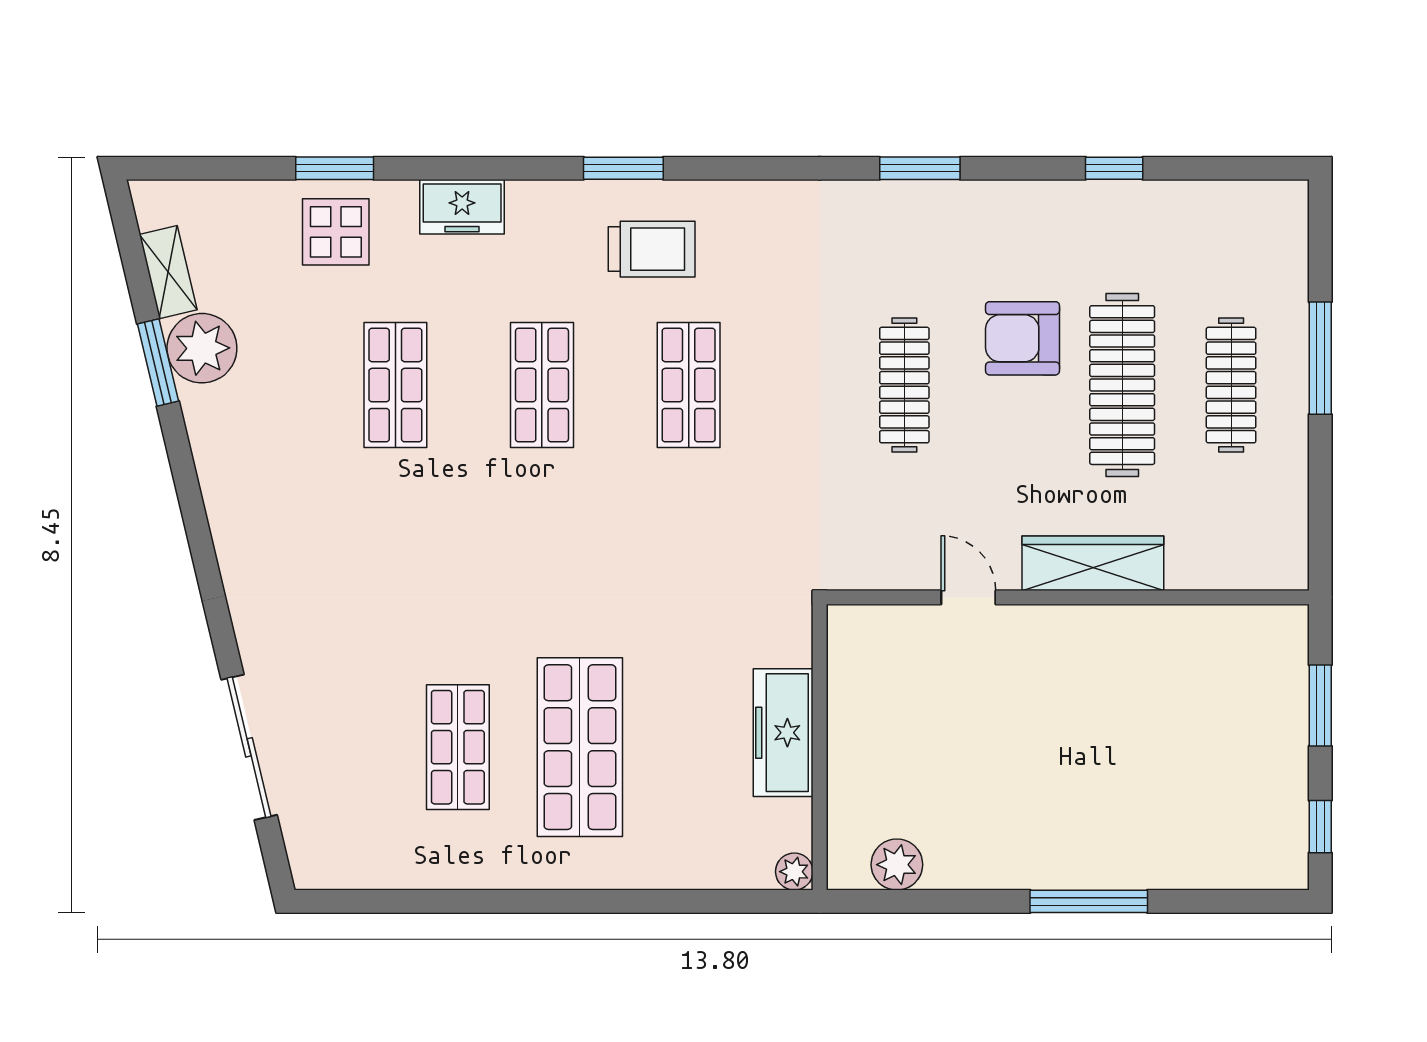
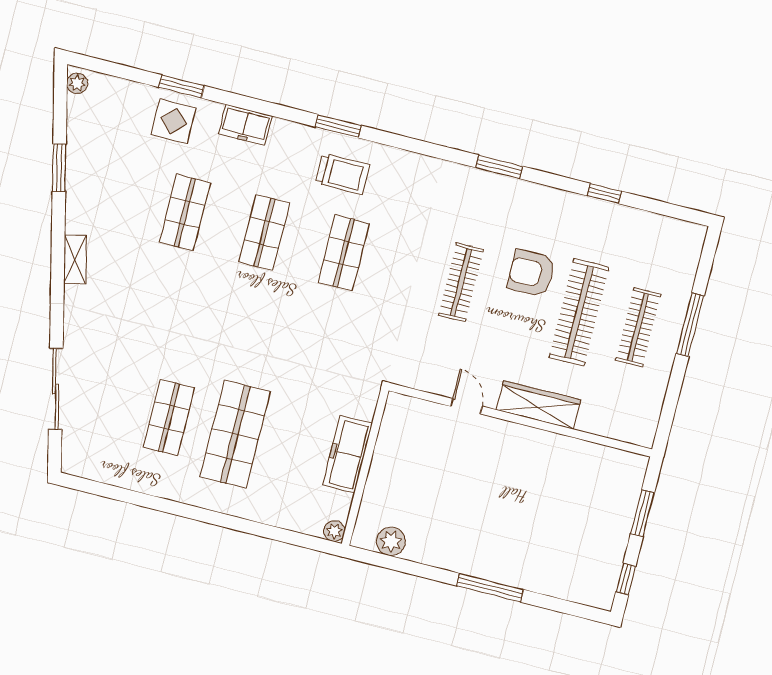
shelving: (168, 272) -> (75, 259), moved
plant: (202, 348) -> (77, 83), moved, width x0.53, depth x0.53

